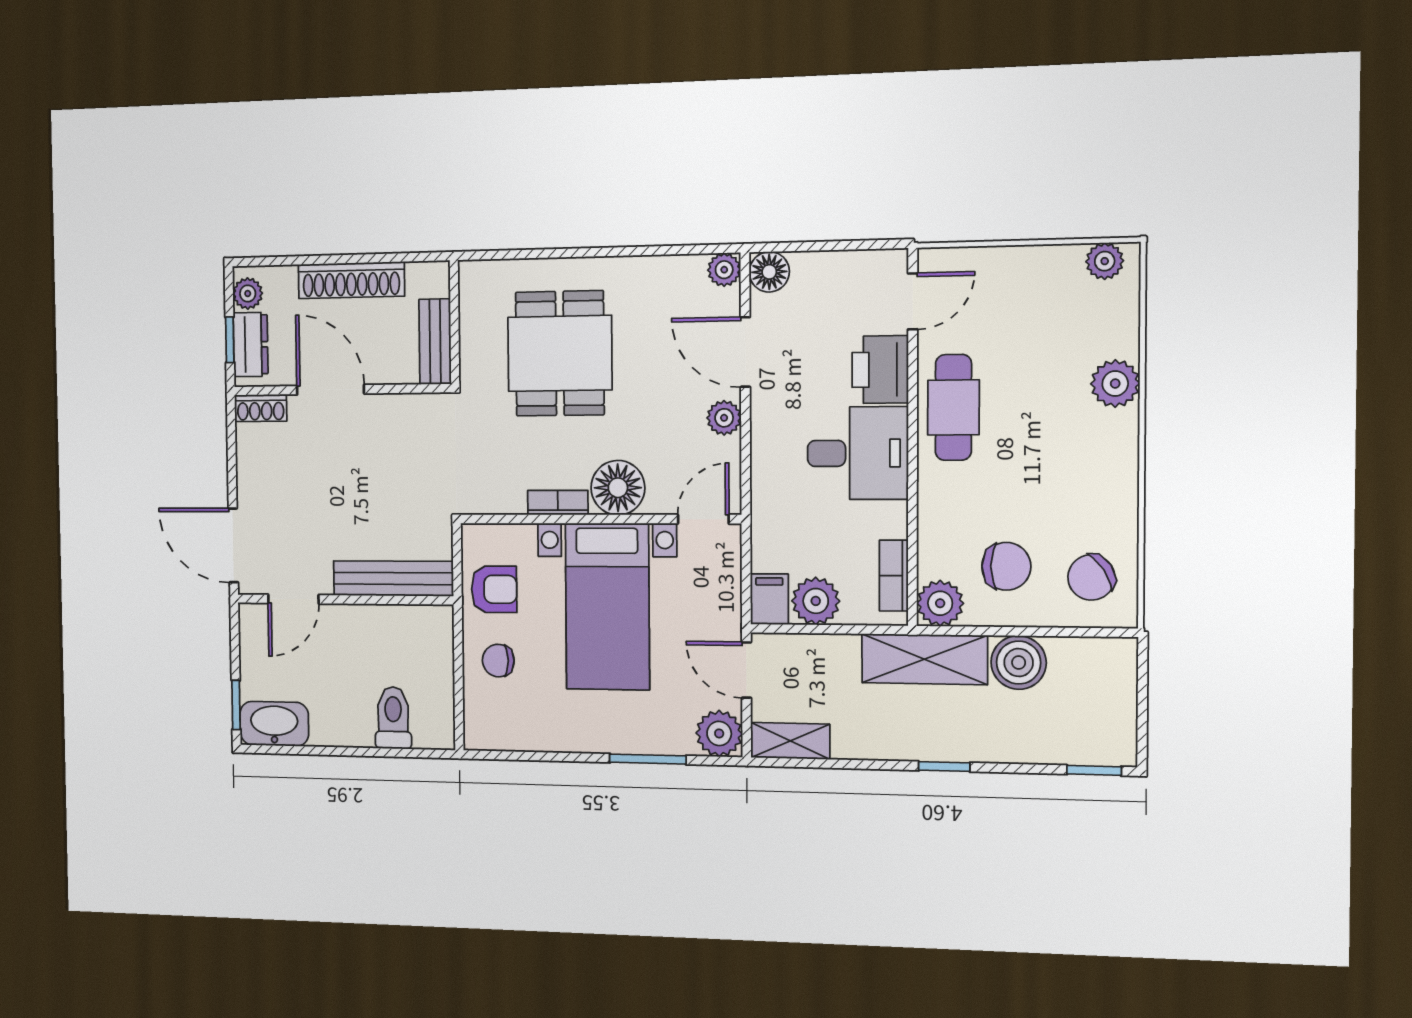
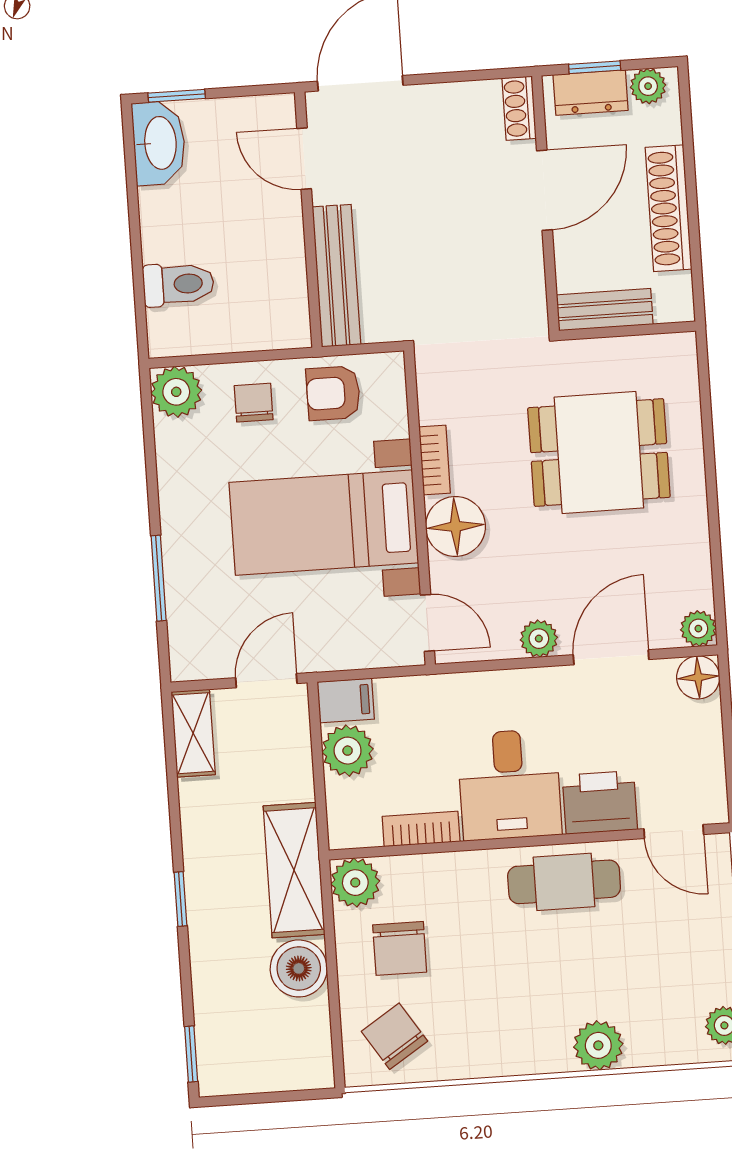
bookcase: (894, 576) -> (421, 829), moved
armchair: (494, 589) -> (333, 393), turned 90
plant: (719, 733) -> (176, 392), moved

